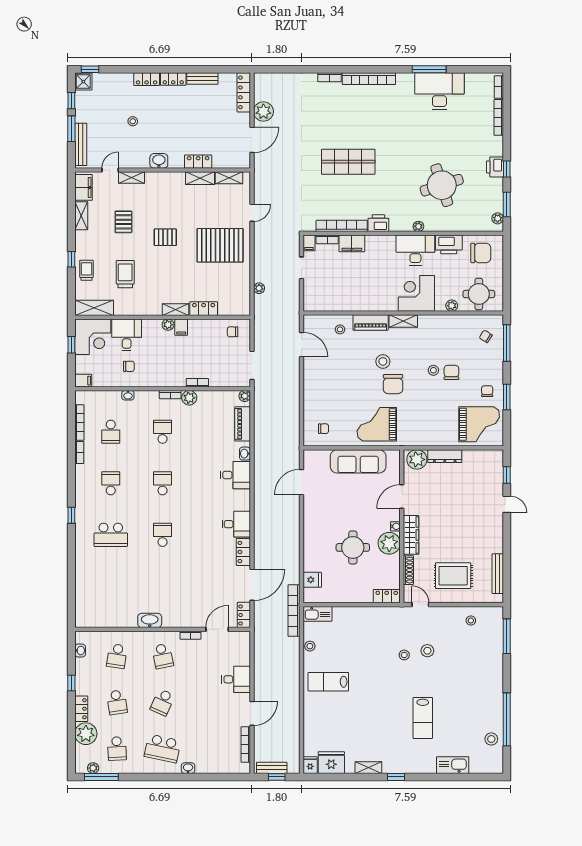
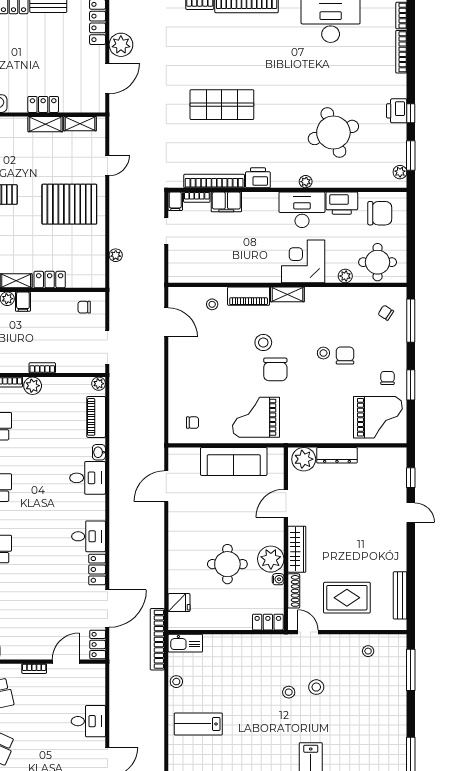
water cooler: (395, 526) -> (278, 579), moved

